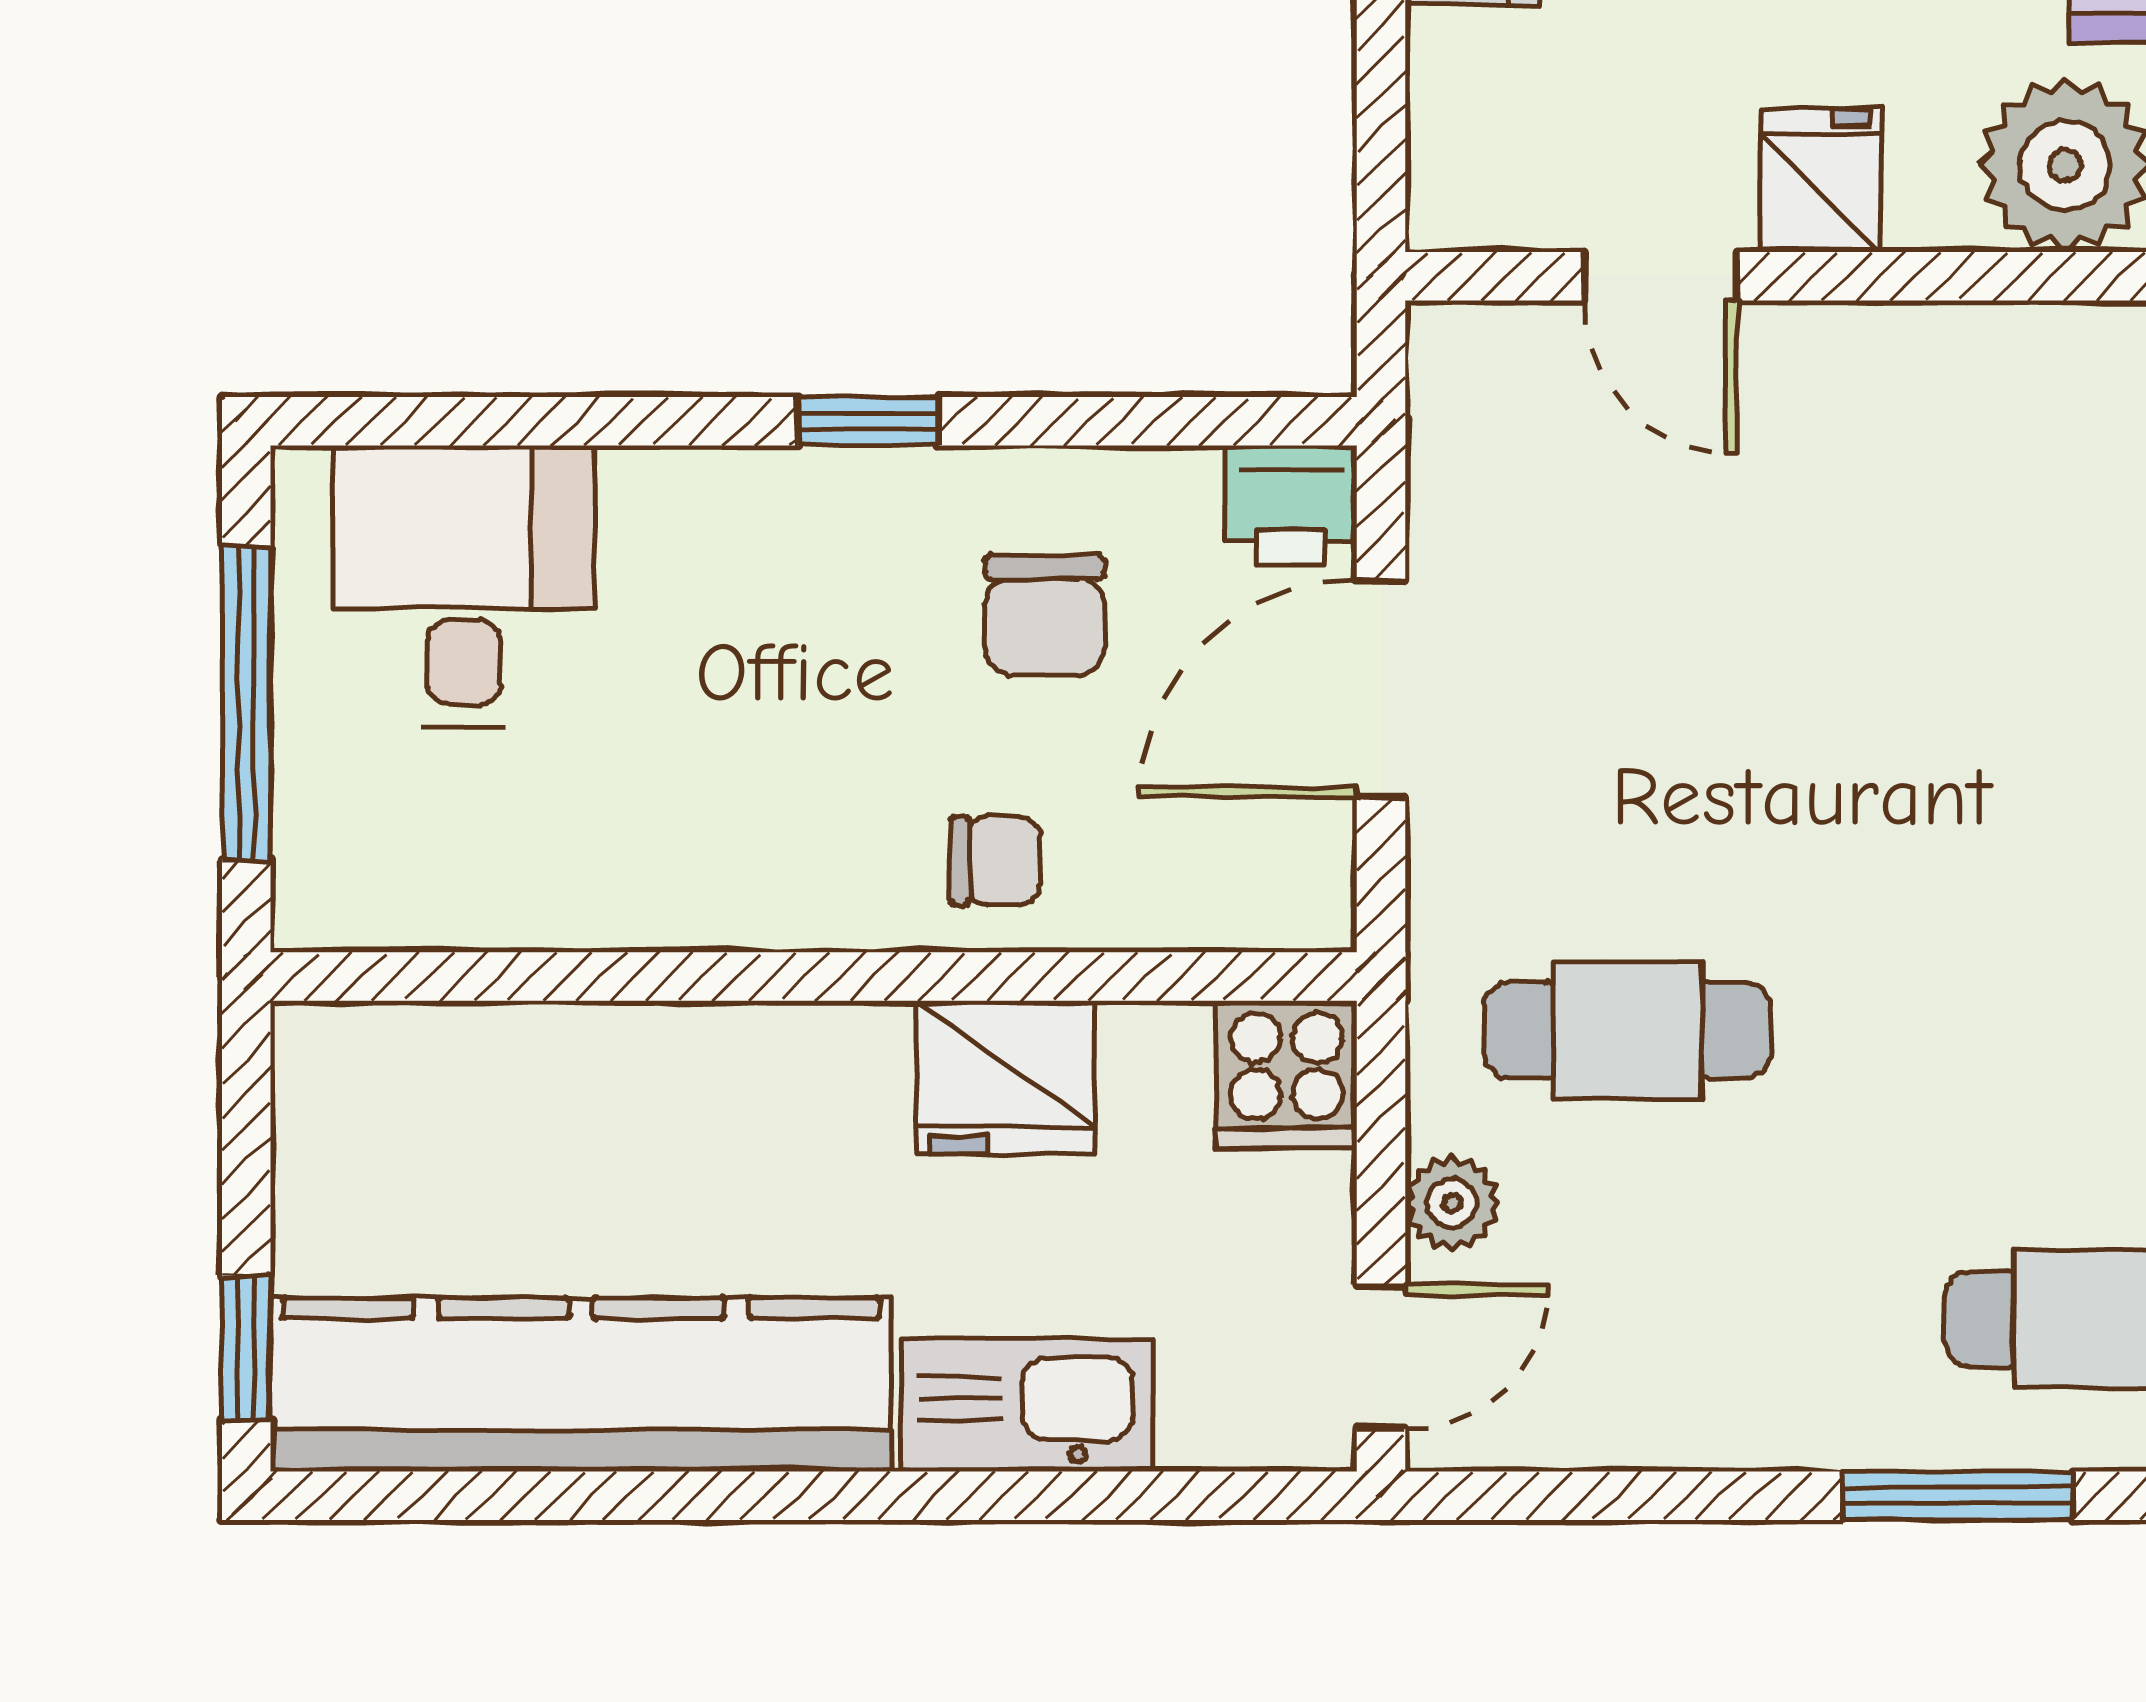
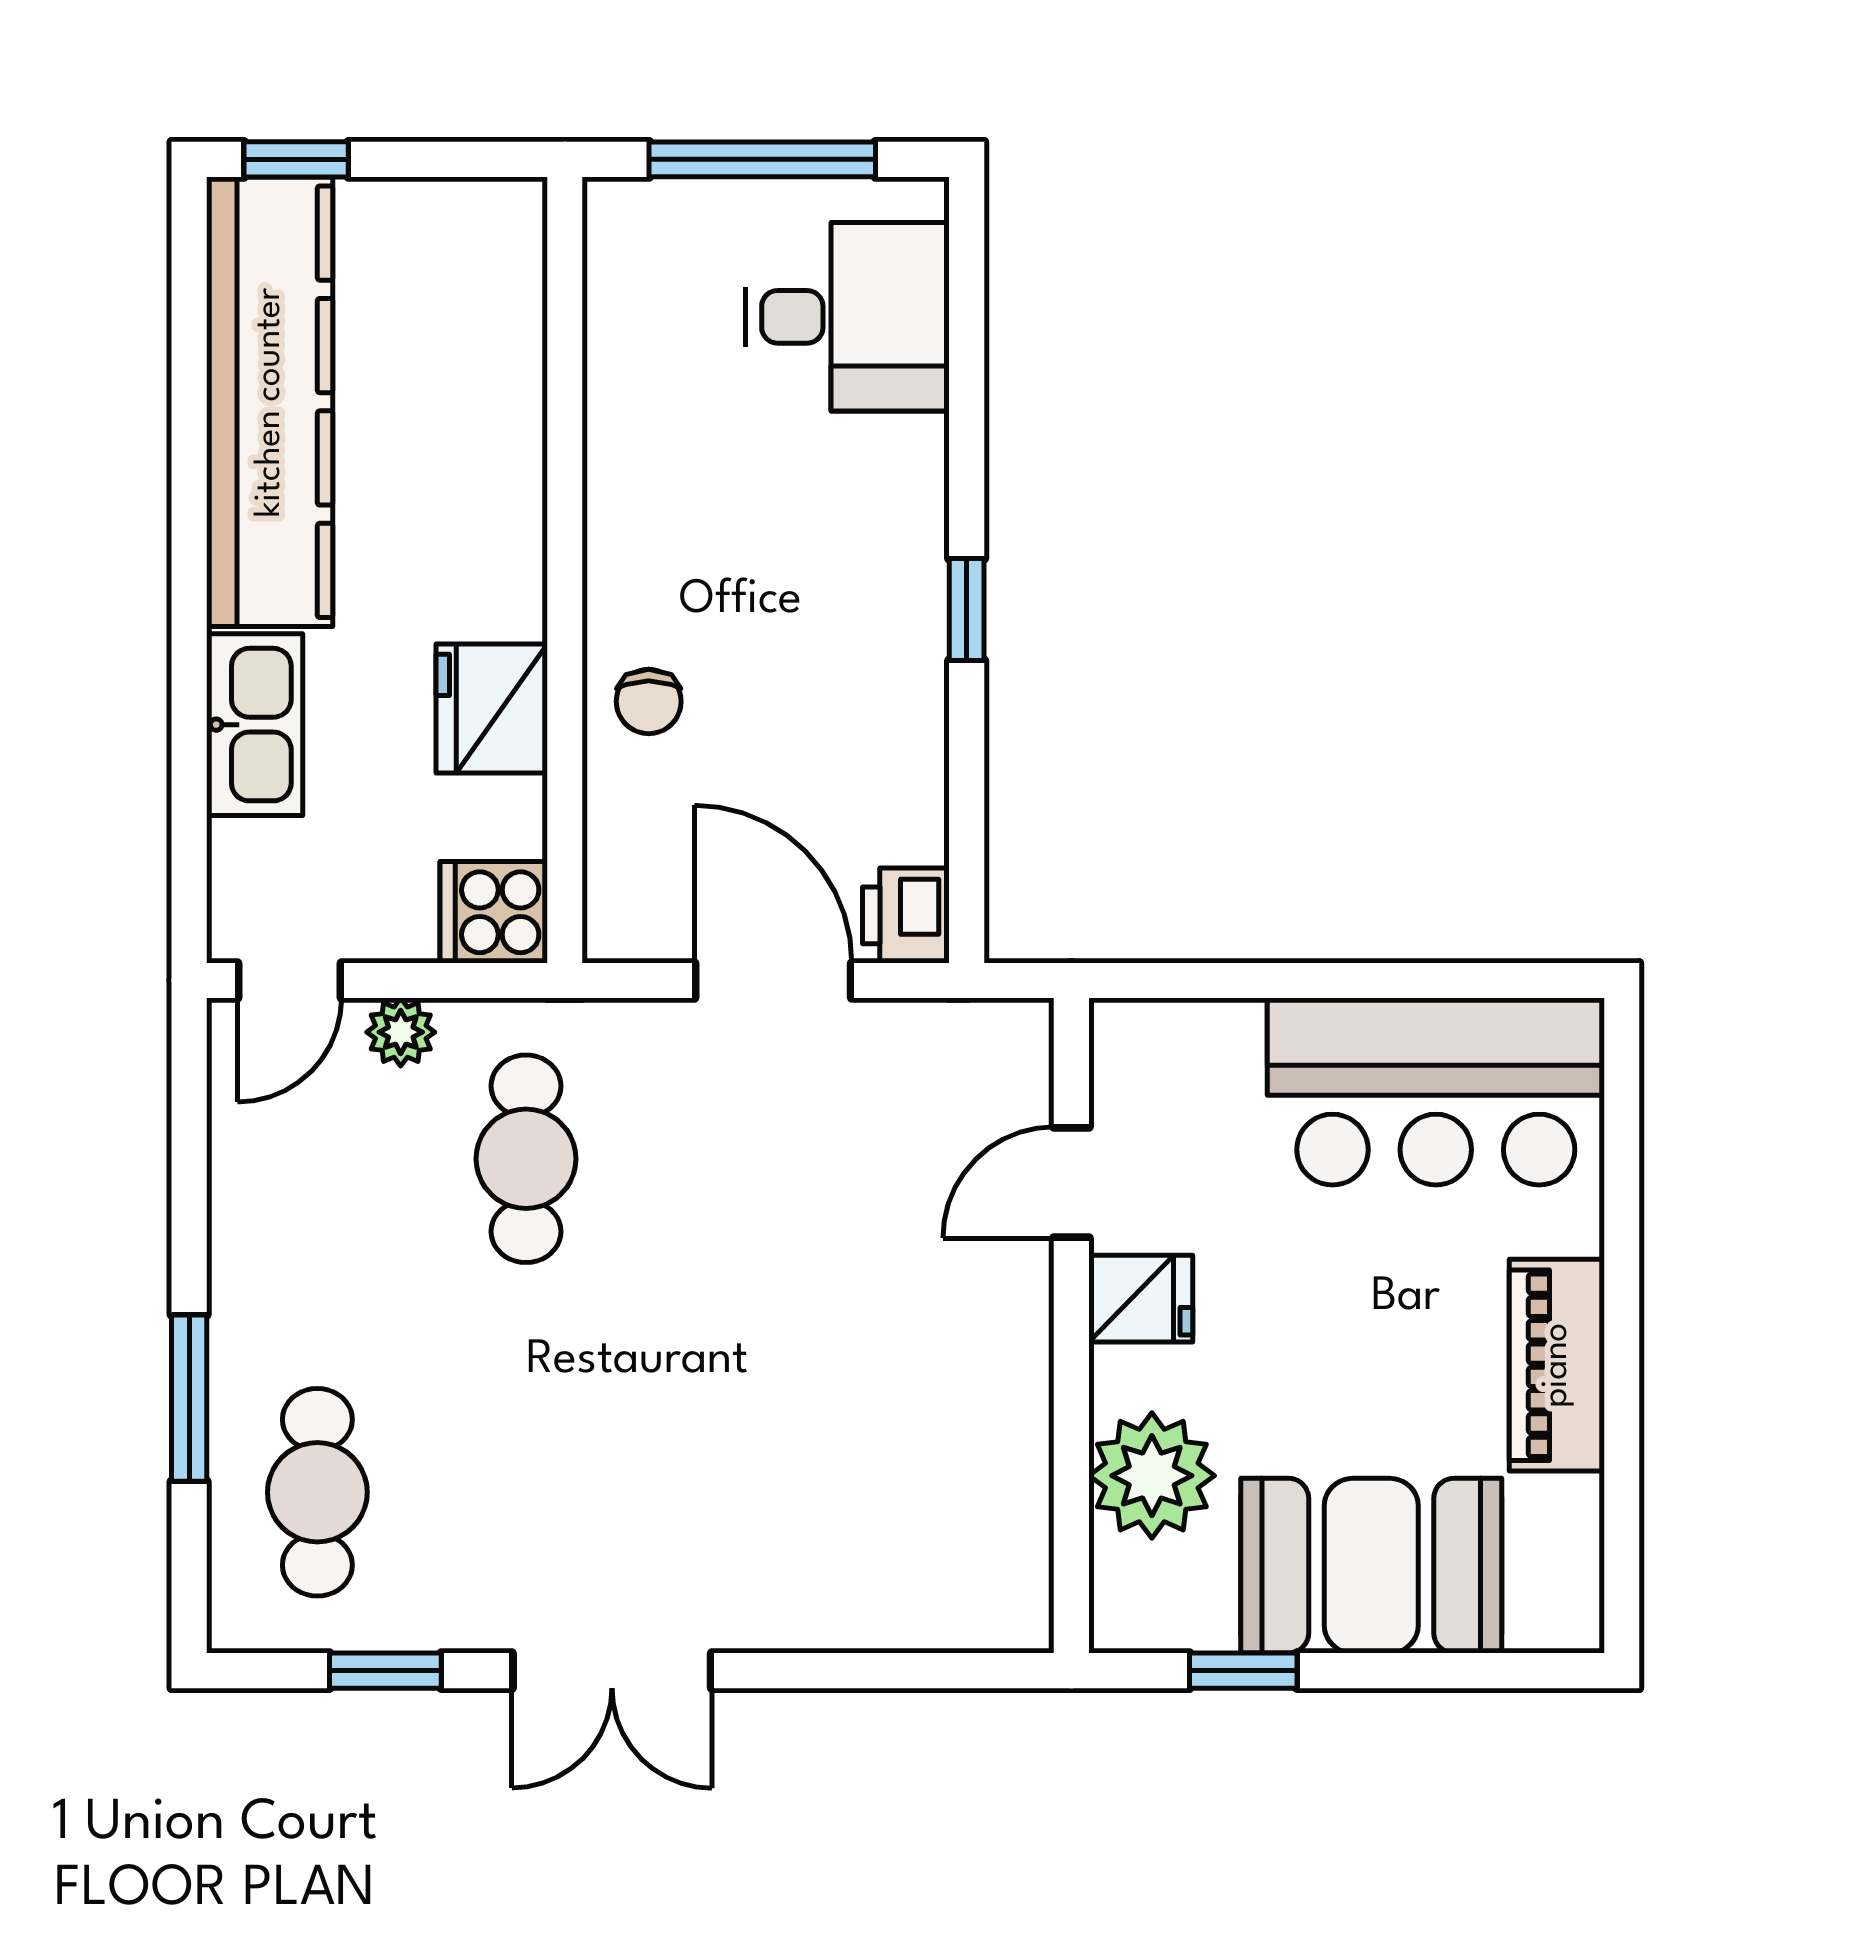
chair: (1045, 615) -> (826, 737), removed
door: (1381, 1357) -> (289, 980), hinge flipped

